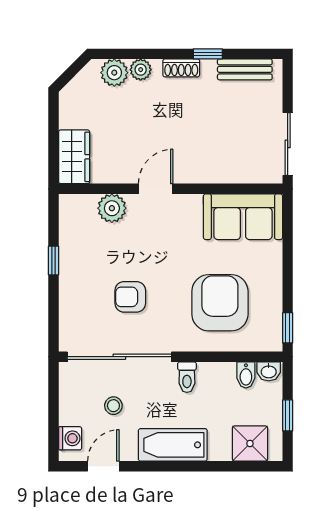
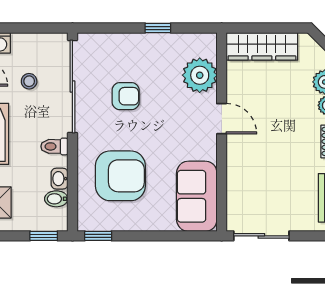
wardrobe: (74, 157) -> (262, 46), width x1.50
plant: (112, 208) -> (200, 75), width x1.36, depth x1.36
armchair: (130, 297) -> (126, 96), turned 90
washbasin: (269, 371) -> (60, 179), moved
window: (288, 415) -> (44, 236), moved

